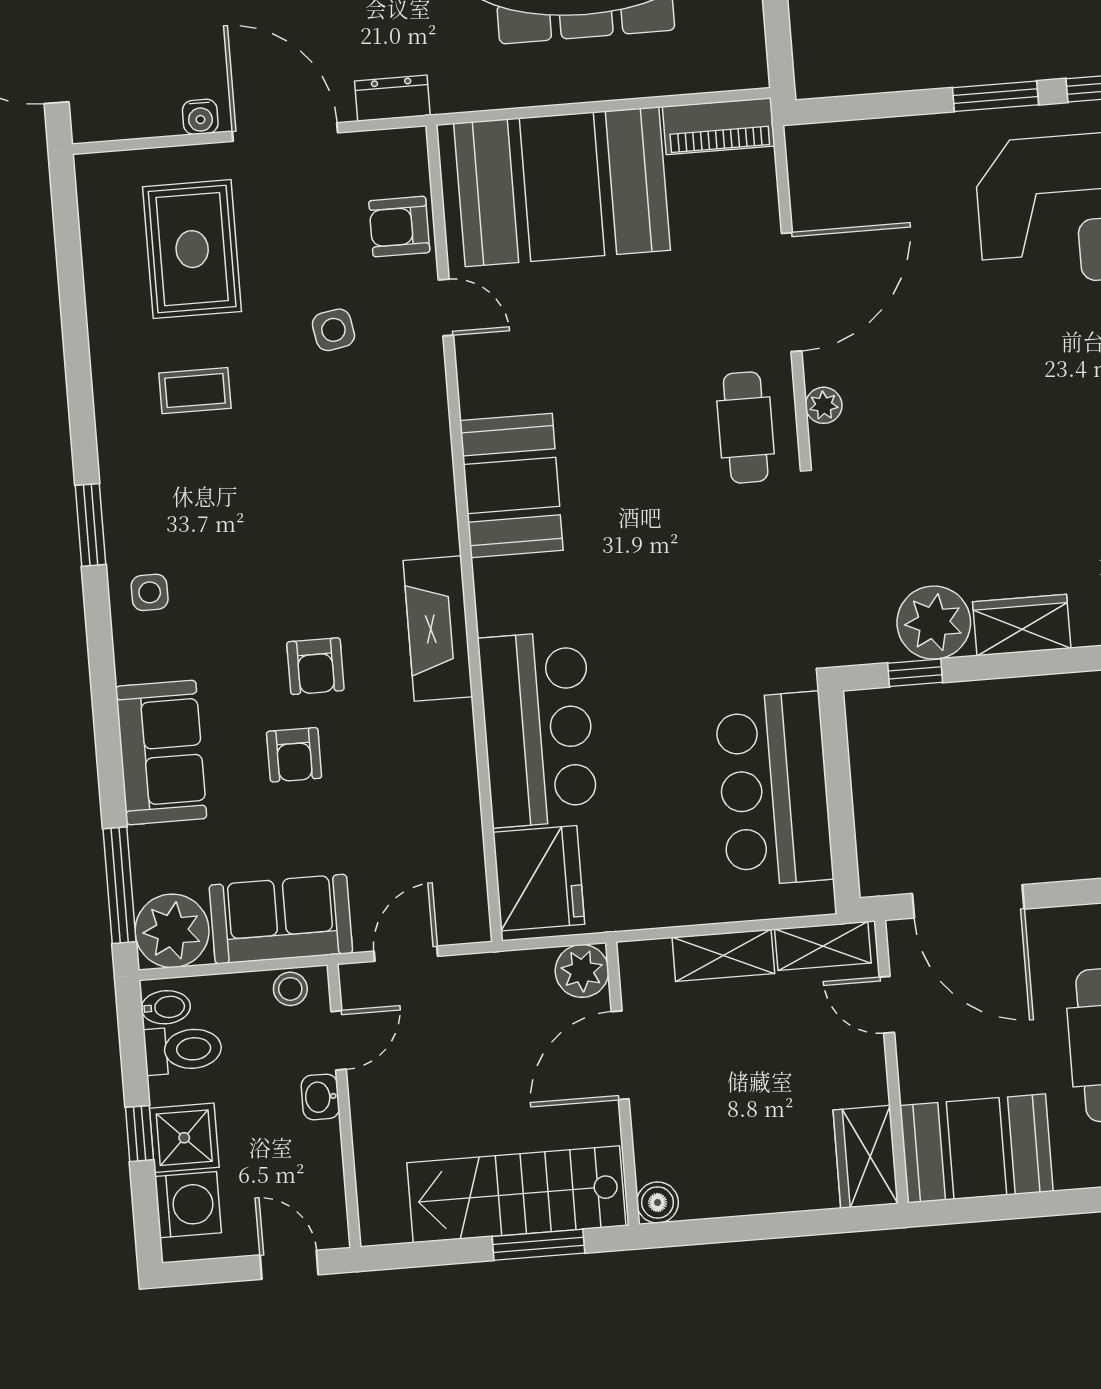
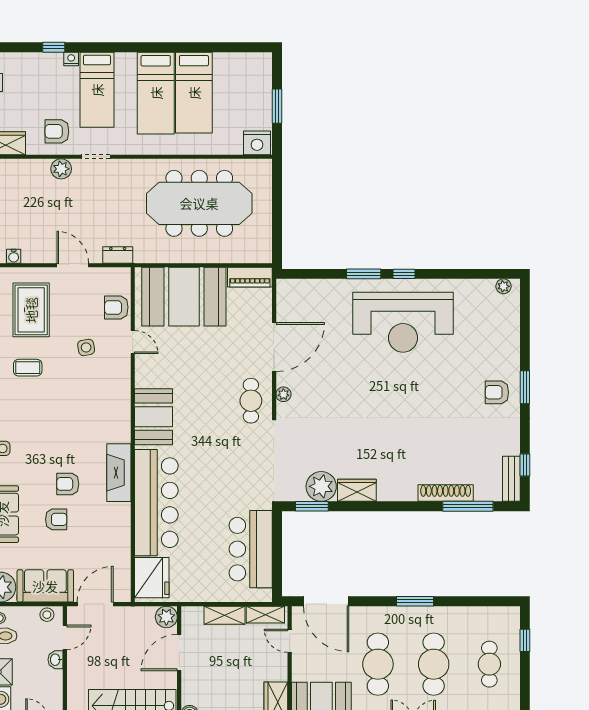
water cooler: (200, 117) -> (14, 256), moved
door: (285, 132) -> (73, 265), width x0.73
armchair: (315, 666) -> (68, 484), turned 90
window: (915, 673) -> (312, 506), width x1.50
bar counter: (538, 729) -> (156, 503), width x1.36
armchair: (294, 755) -> (56, 519), turned -90
door: (406, 954) -> (95, 604), width x1.38

